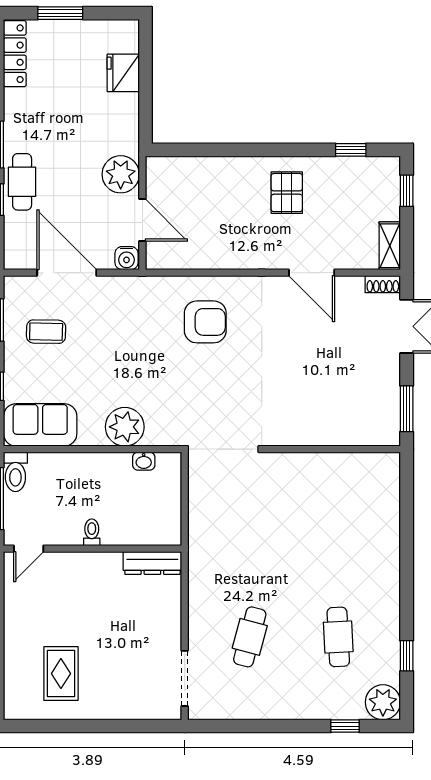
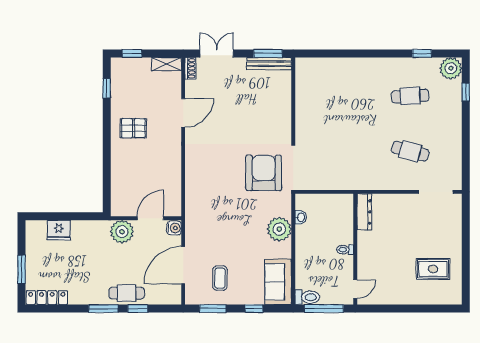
armchair: (205, 322) -> (264, 173), moved, width x1.36, depth x1.36
bench: (390, 410) -> (269, 64), added
door: (29, 549) -> (355, 289), hinge flipped

